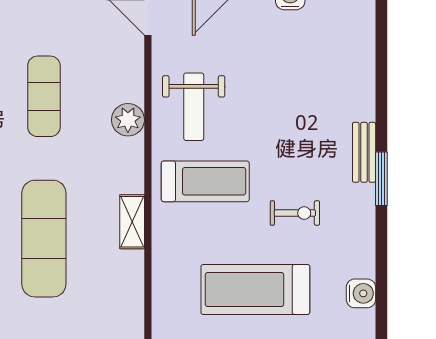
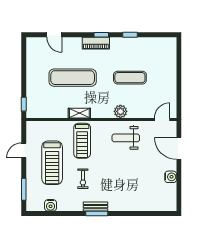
bench: (364, 152) -> (95, 207), moved
treadmill: (205, 181) -> (82, 141), moved
treadmill: (255, 290) -> (52, 163), turned 180

